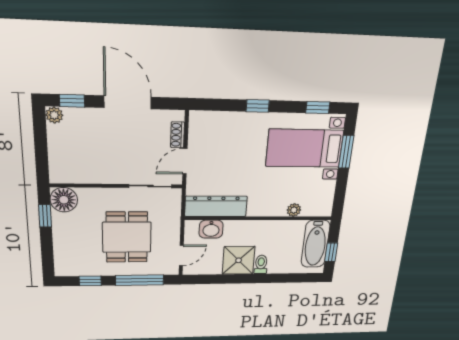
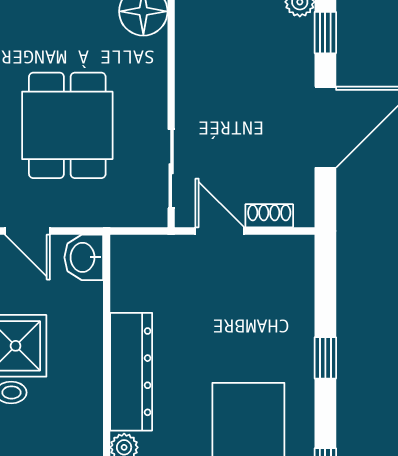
dresser: (216, 206) -> (131, 372), moved
washbasin: (211, 229) -> (84, 257), moved
dining table: (127, 237) -> (67, 125), turned 90

